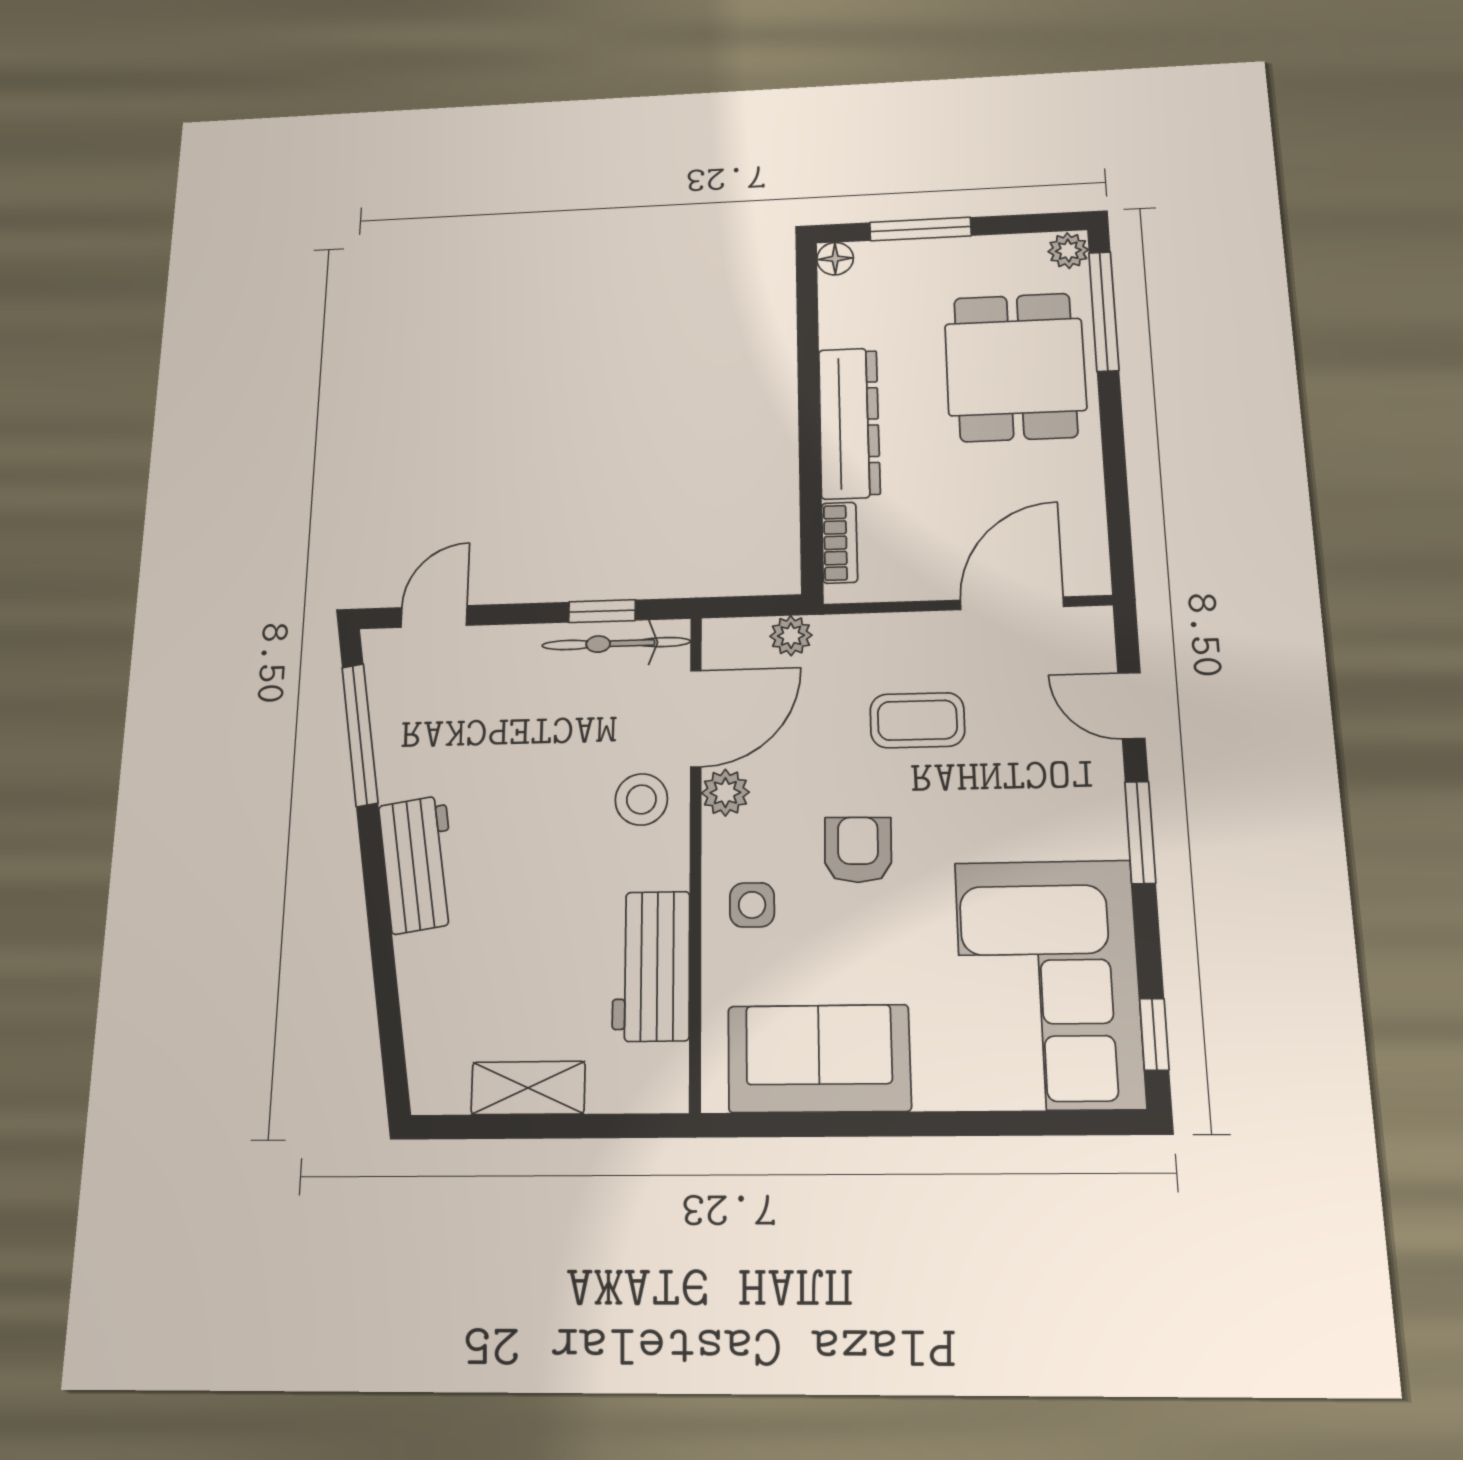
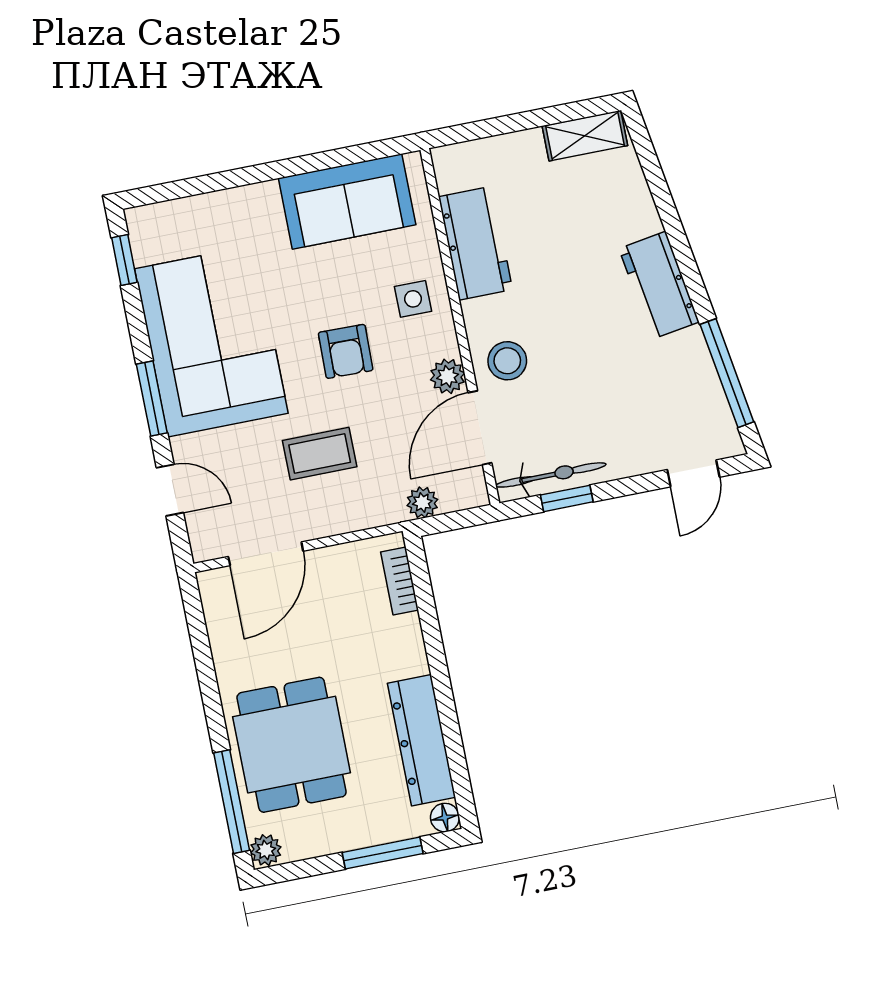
dresser: (849, 423) -> (421, 740), moved
corner sofa: (1049, 984) -> (211, 341), moved
shelving: (528, 1088) -> (585, 136), moved

